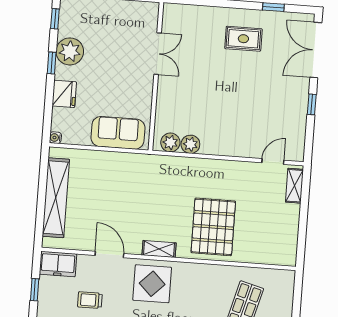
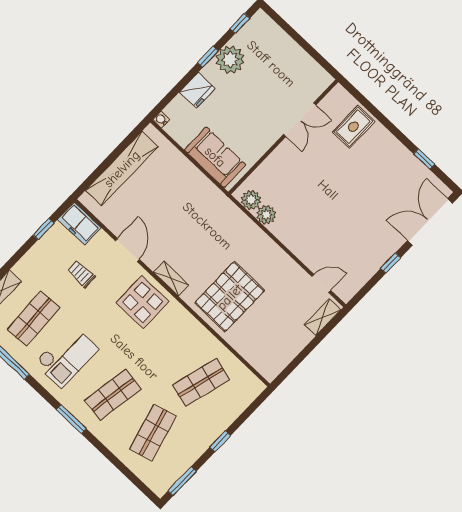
rug: (243, 39) -> (353, 127), moved, turned 90

